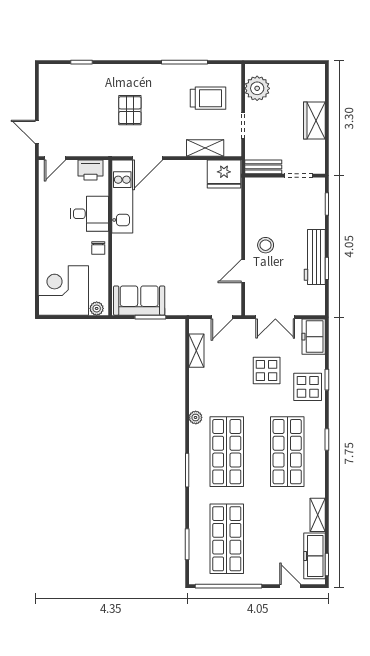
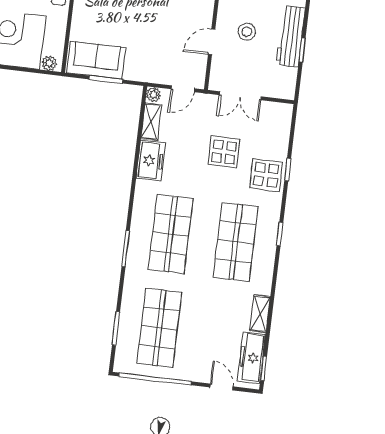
stool: (266, 245) -> (247, 32), moved
freezer: (314, 337) -> (151, 161), moved, turned 180
plant: (196, 417) -> (153, 95), moved

